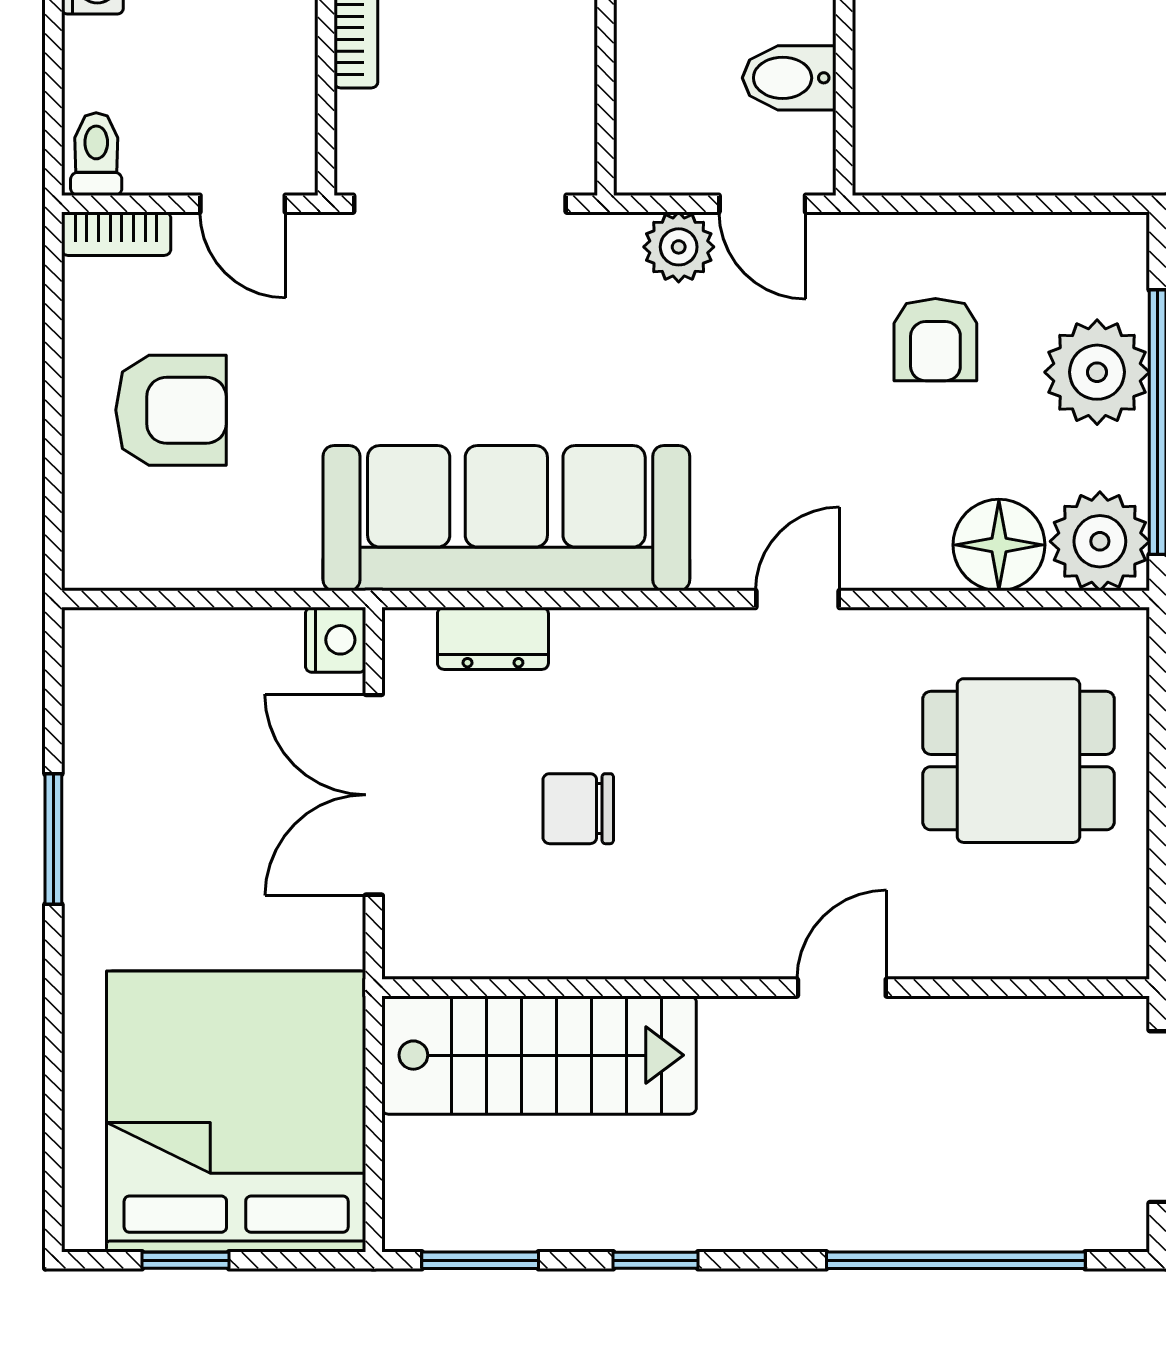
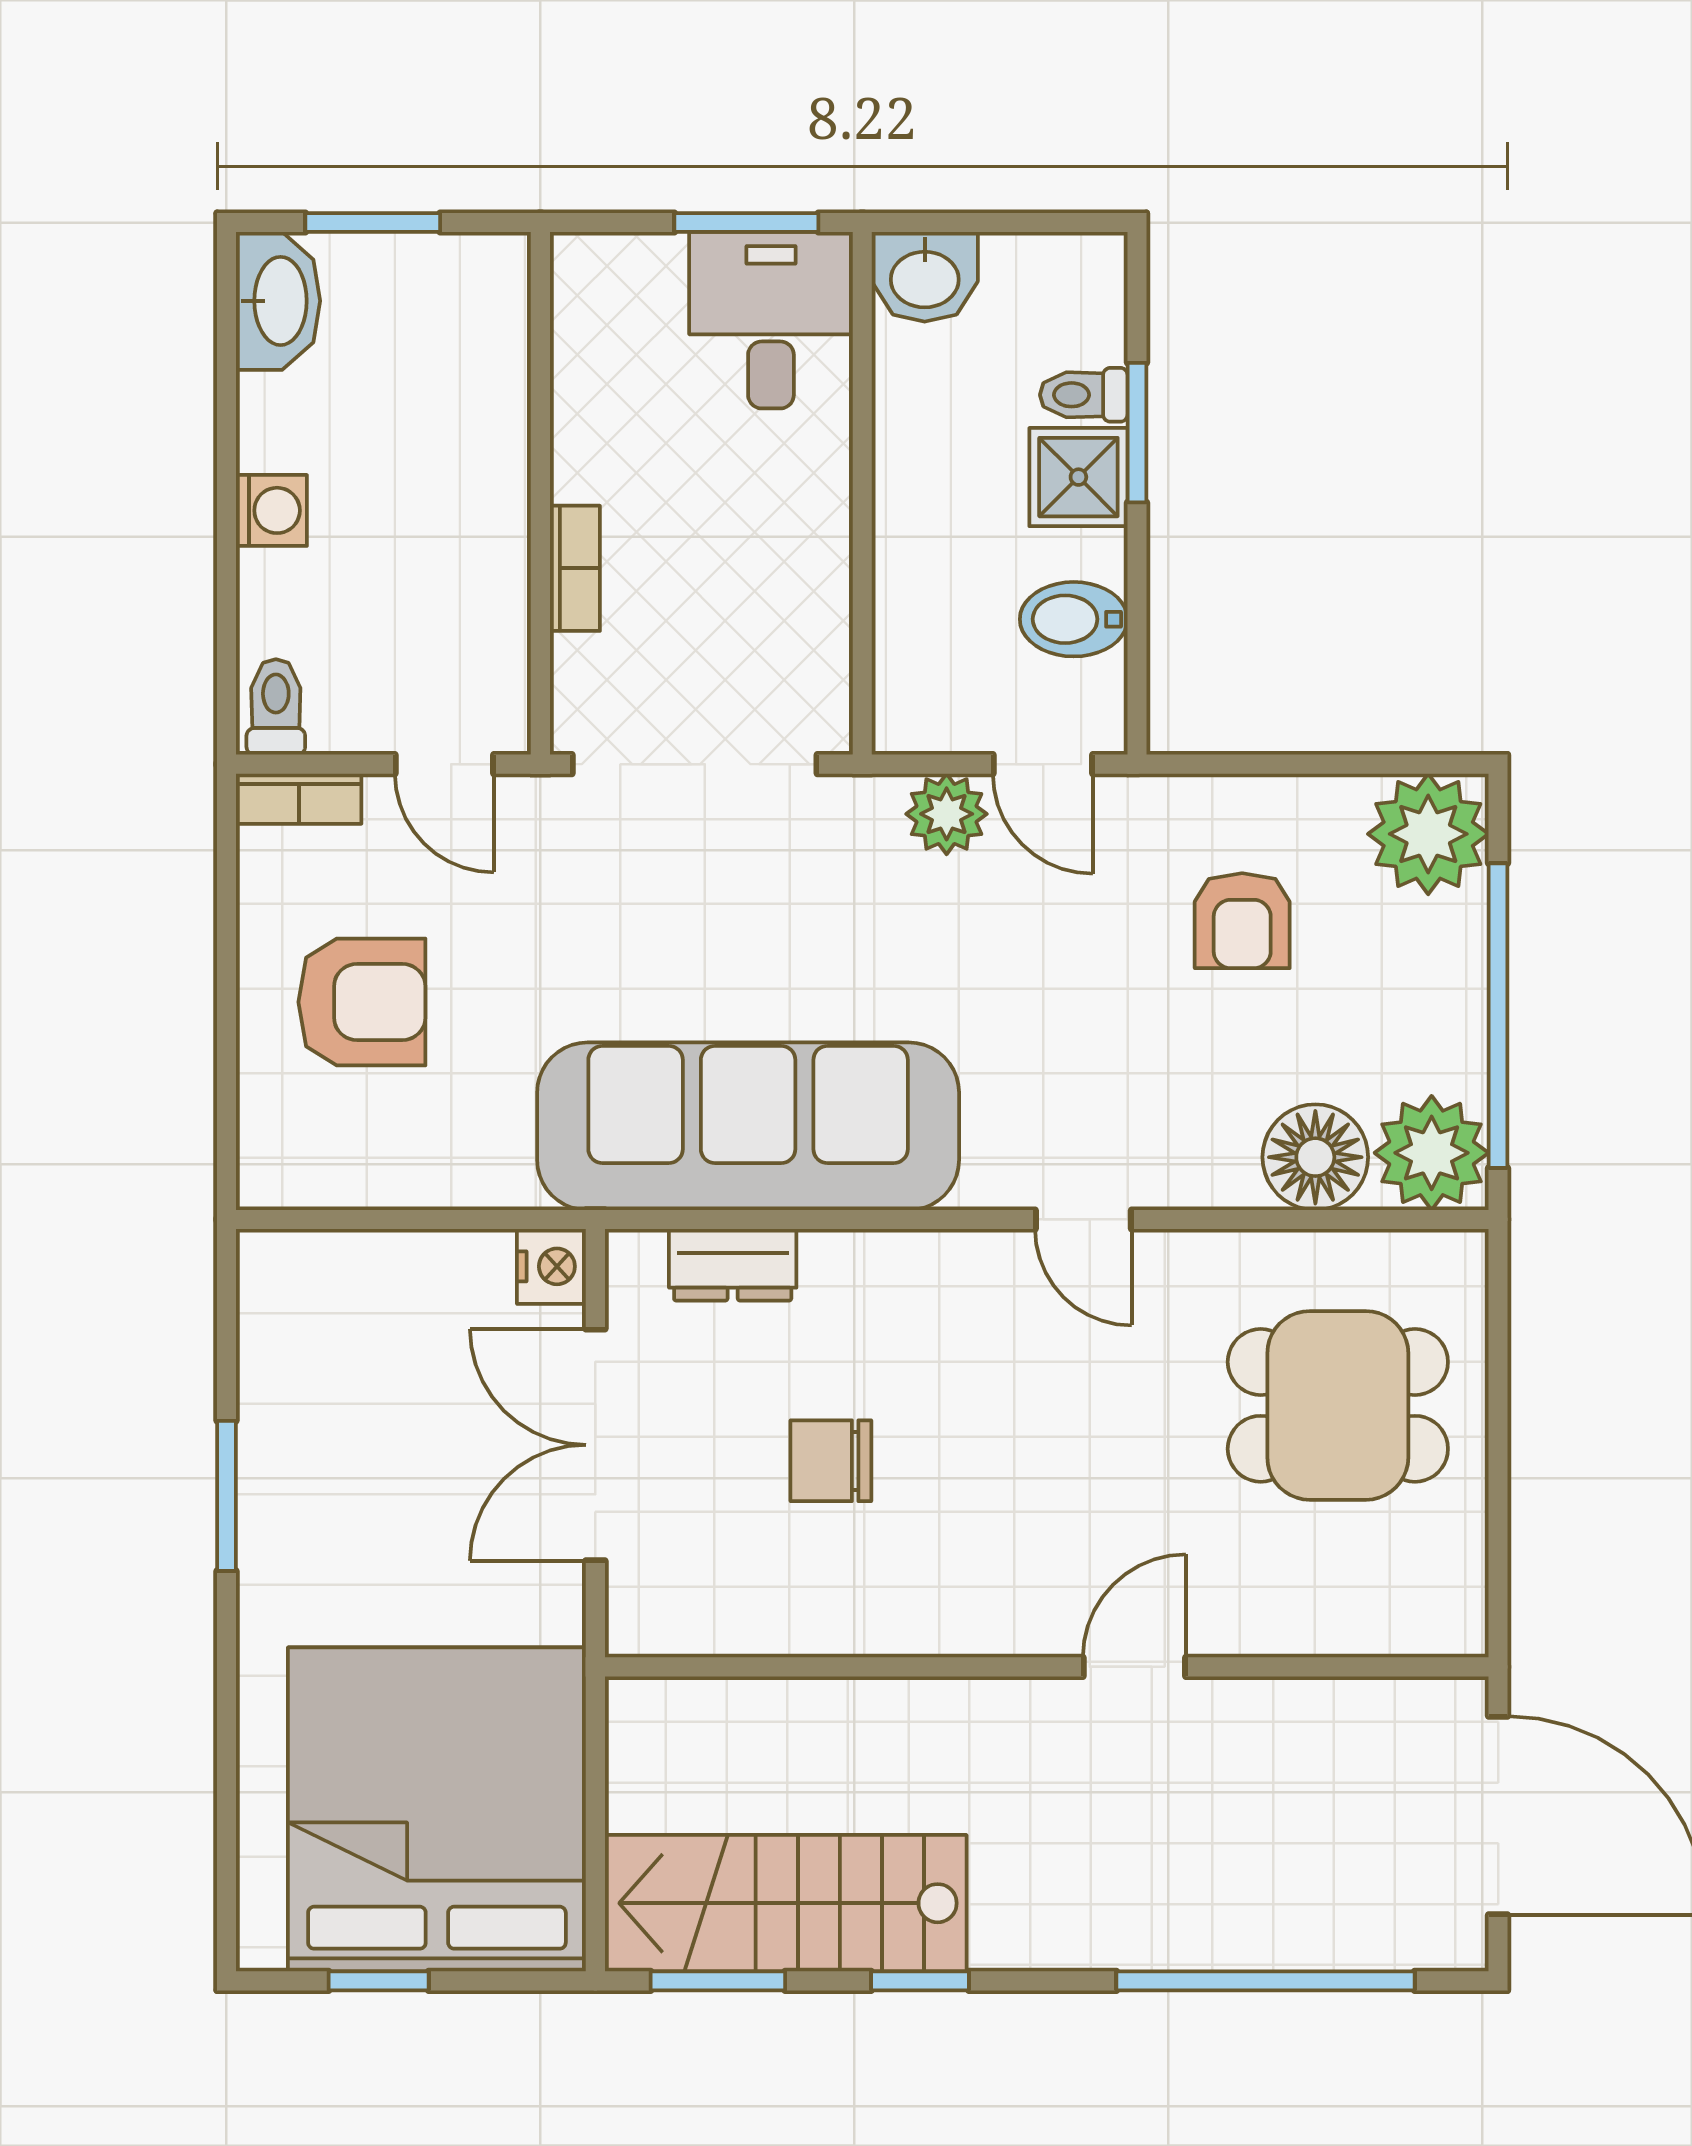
plant: (1097, 372) -> (1428, 834), moved
door: (798, 599) -> (1083, 1219), swing flipped
stairs: (539, 1055) -> (786, 1903), moved, turned 180

